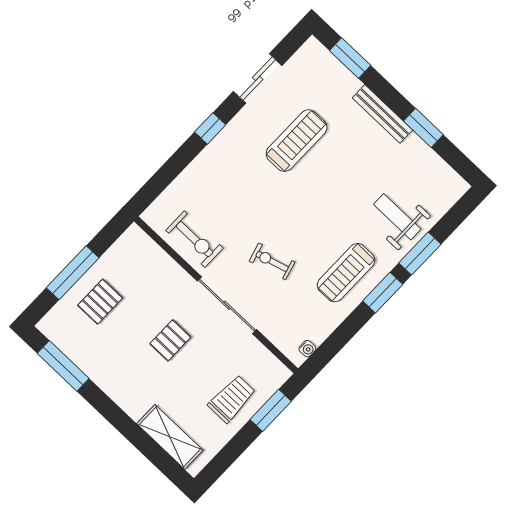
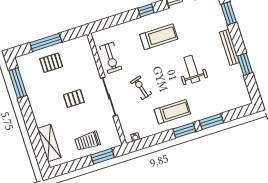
treadmill: (297, 141) -> (159, 37), moved
weight bench: (397, 217) -> (192, 69), moved
treadmill: (346, 273) -> (172, 112), turned 180
trolley: (232, 399) -> (87, 141), turned 180

